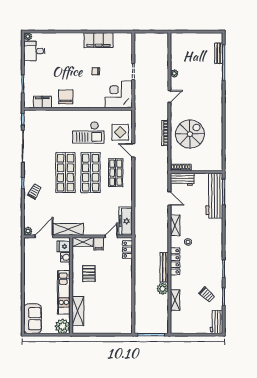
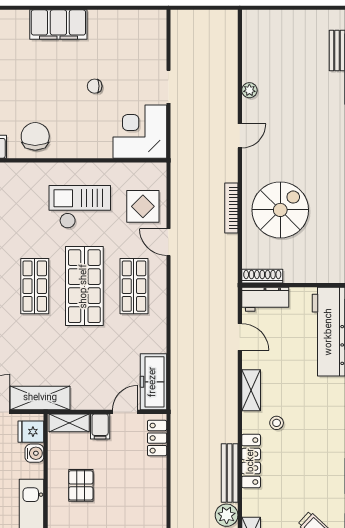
filing cabinet: (98, 40) -> (58, 25), moved
checkout: (88, 132) -> (80, 207), turned 180
shop shelf: (65, 173) -> (35, 286), width x0.70, depth x0.74

